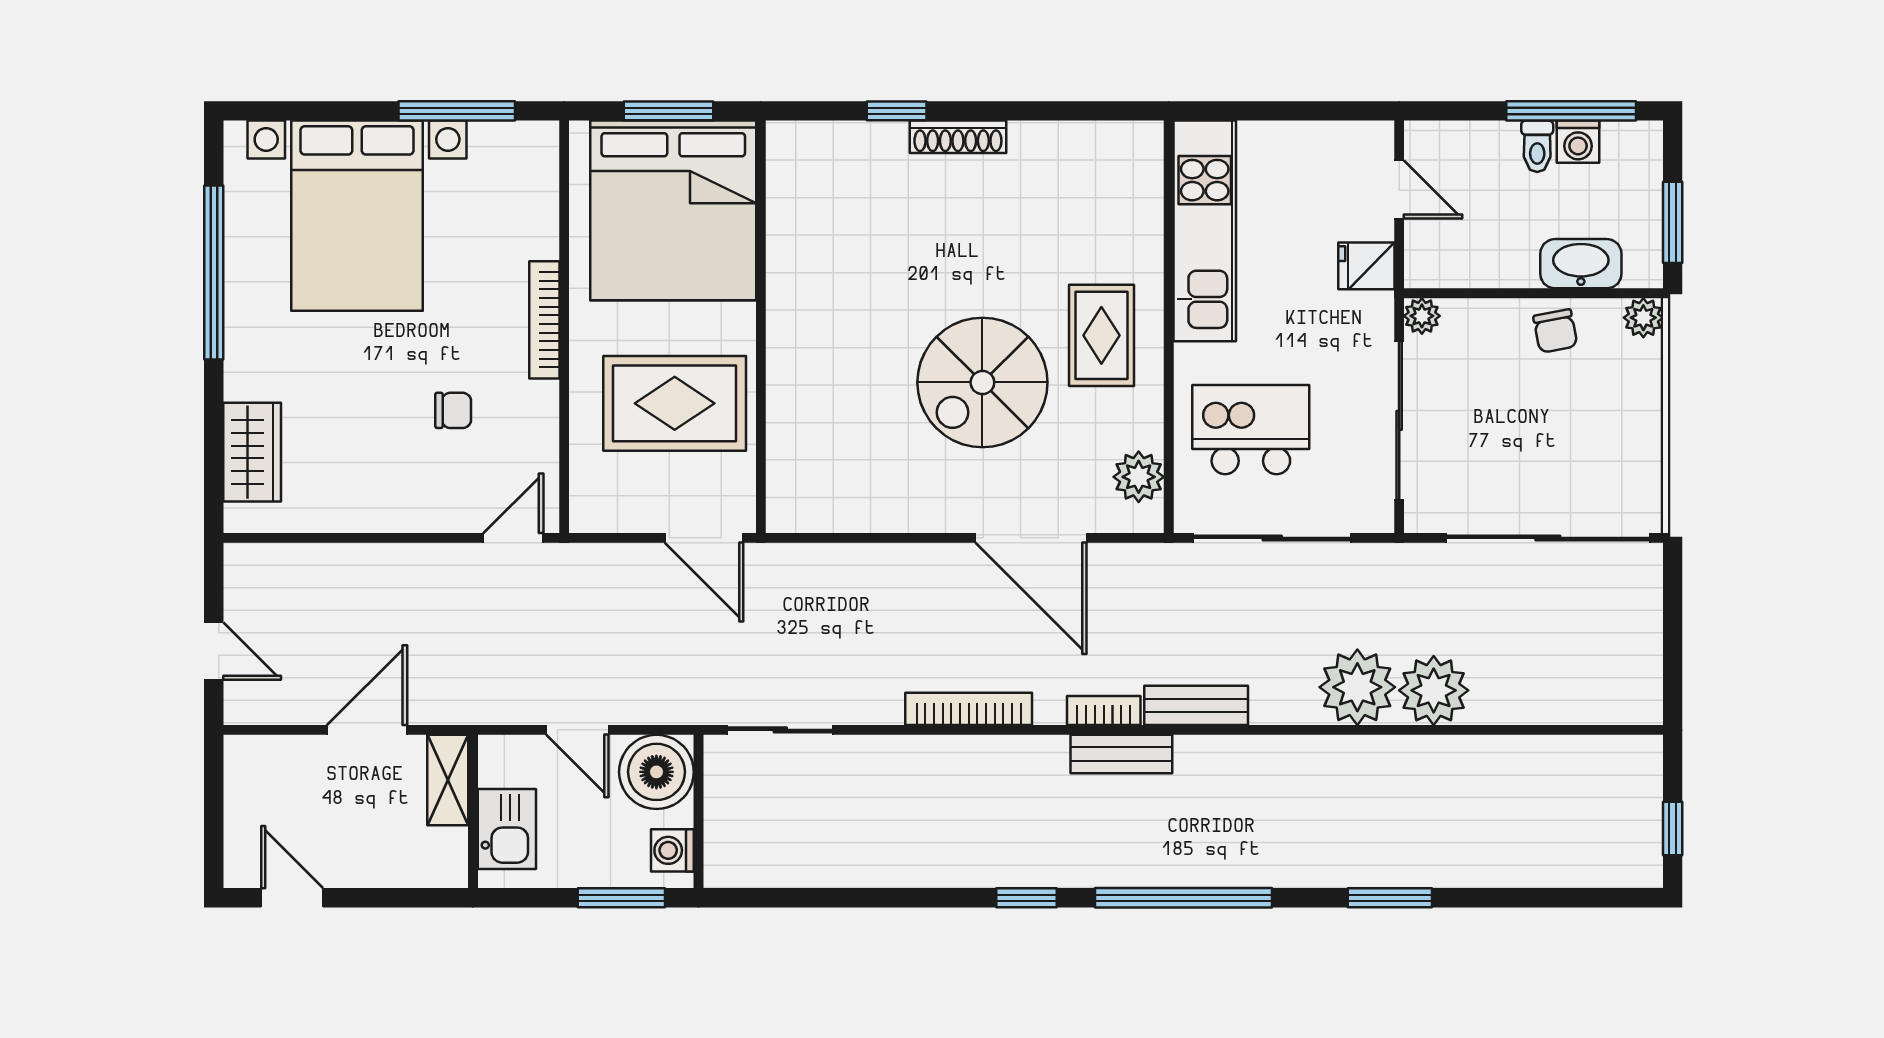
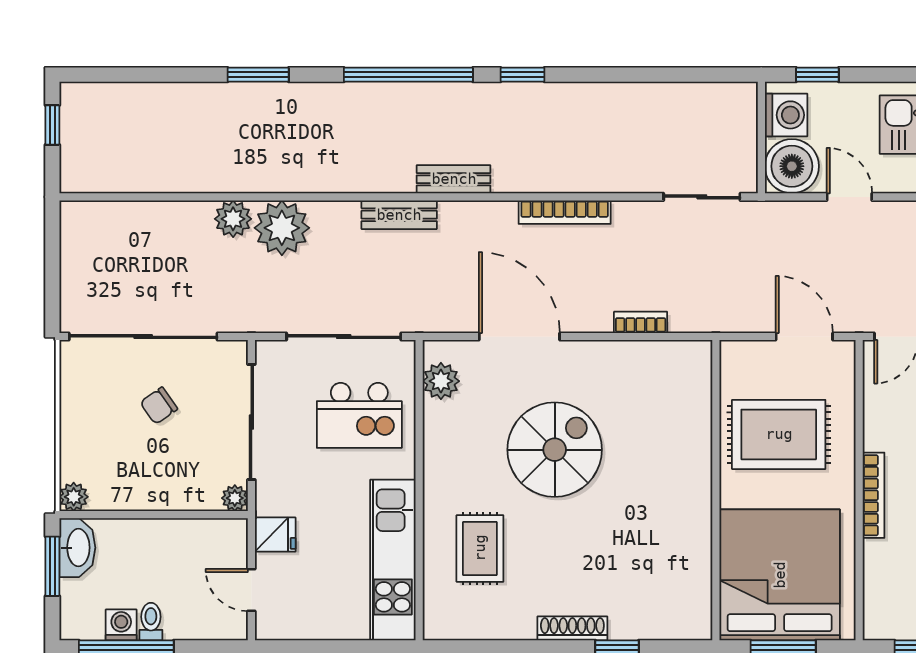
washbasin: (1581, 264) -> (77, 548), moved, turned -90
chair: (1555, 331) -> (159, 406), moved, turned -114
rug: (1101, 335) -> (480, 548), moved
door: (704, 538) -> (804, 337), moved
plant: (1434, 690) -> (233, 219), width x0.73, depth x0.73
bookcase: (1104, 710) -> (641, 322), moved, turned 180
washing machine: (672, 850) -> (786, 115), width x1.38, depth x1.38
window: (621, 898) -> (817, 75), width x0.67

